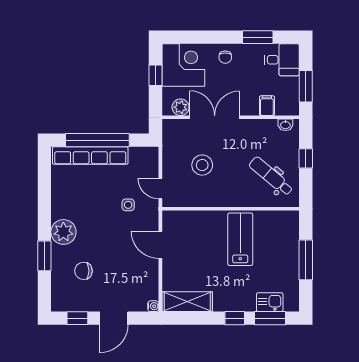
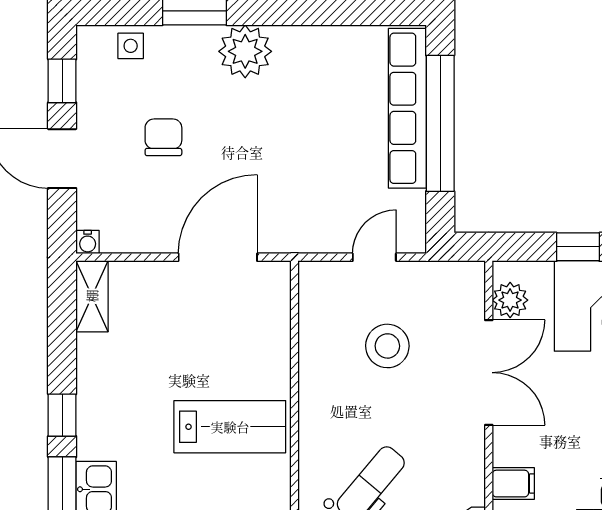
door: (160, 189) -> (374, 257), moved
side table: (128, 205) -> (131, 46), moved
door: (160, 245) -> (218, 257), width x1.36
chair: (83, 271) -> (163, 137), moved
shelving: (187, 302) -> (92, 296), width x0.67, depth x0.75

